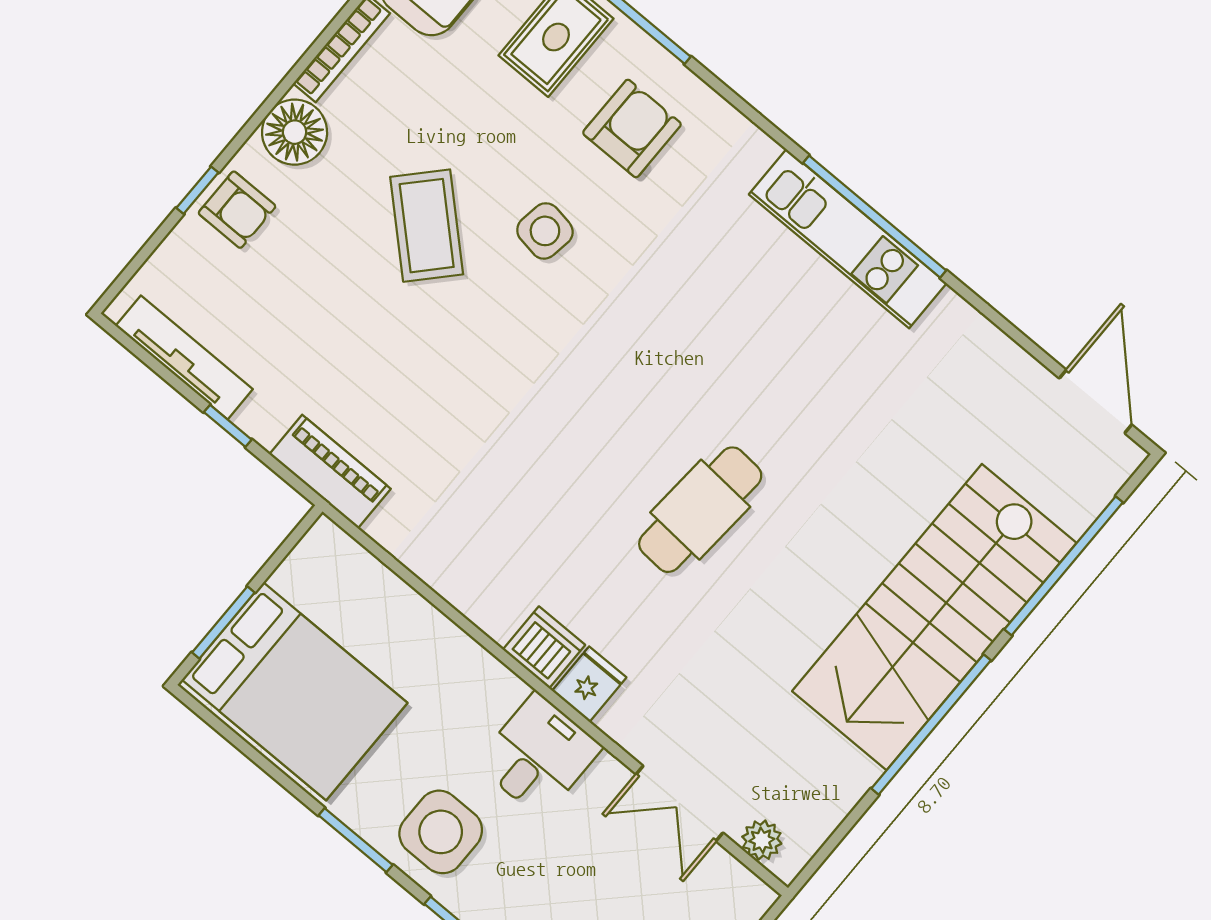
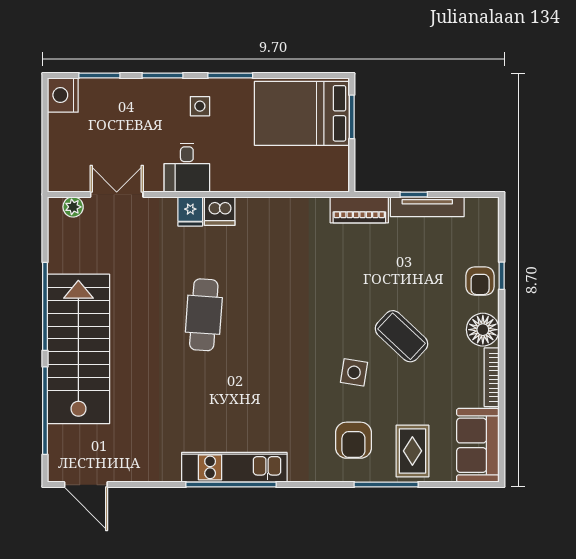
armchair: (237, 210) -> (480, 281), turned -90
tv unit: (184, 357) -> (427, 207), moved
side table: (441, 832) -> (200, 106), width x0.54, depth x0.54

